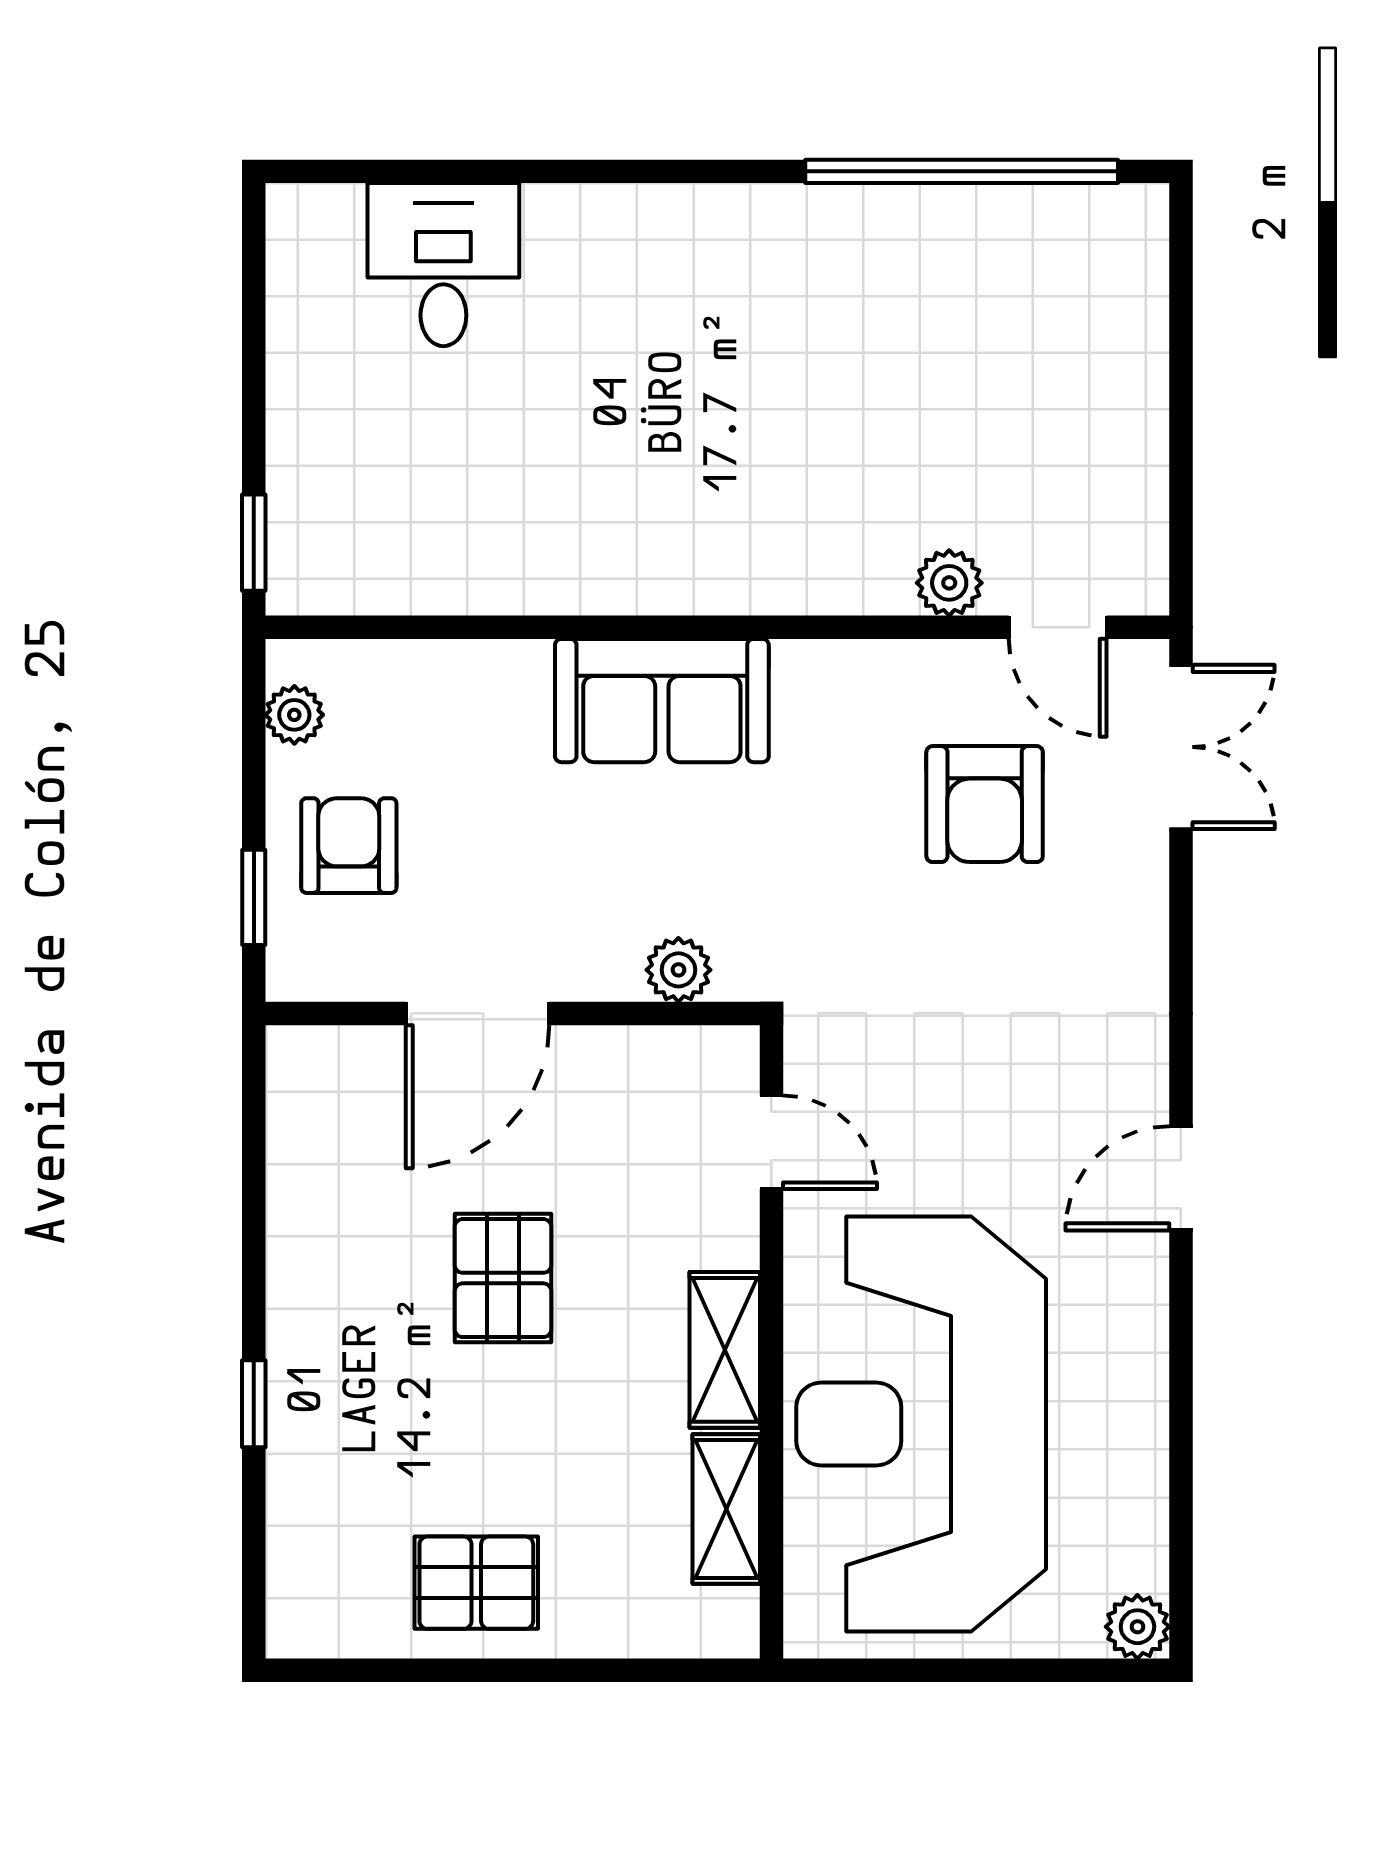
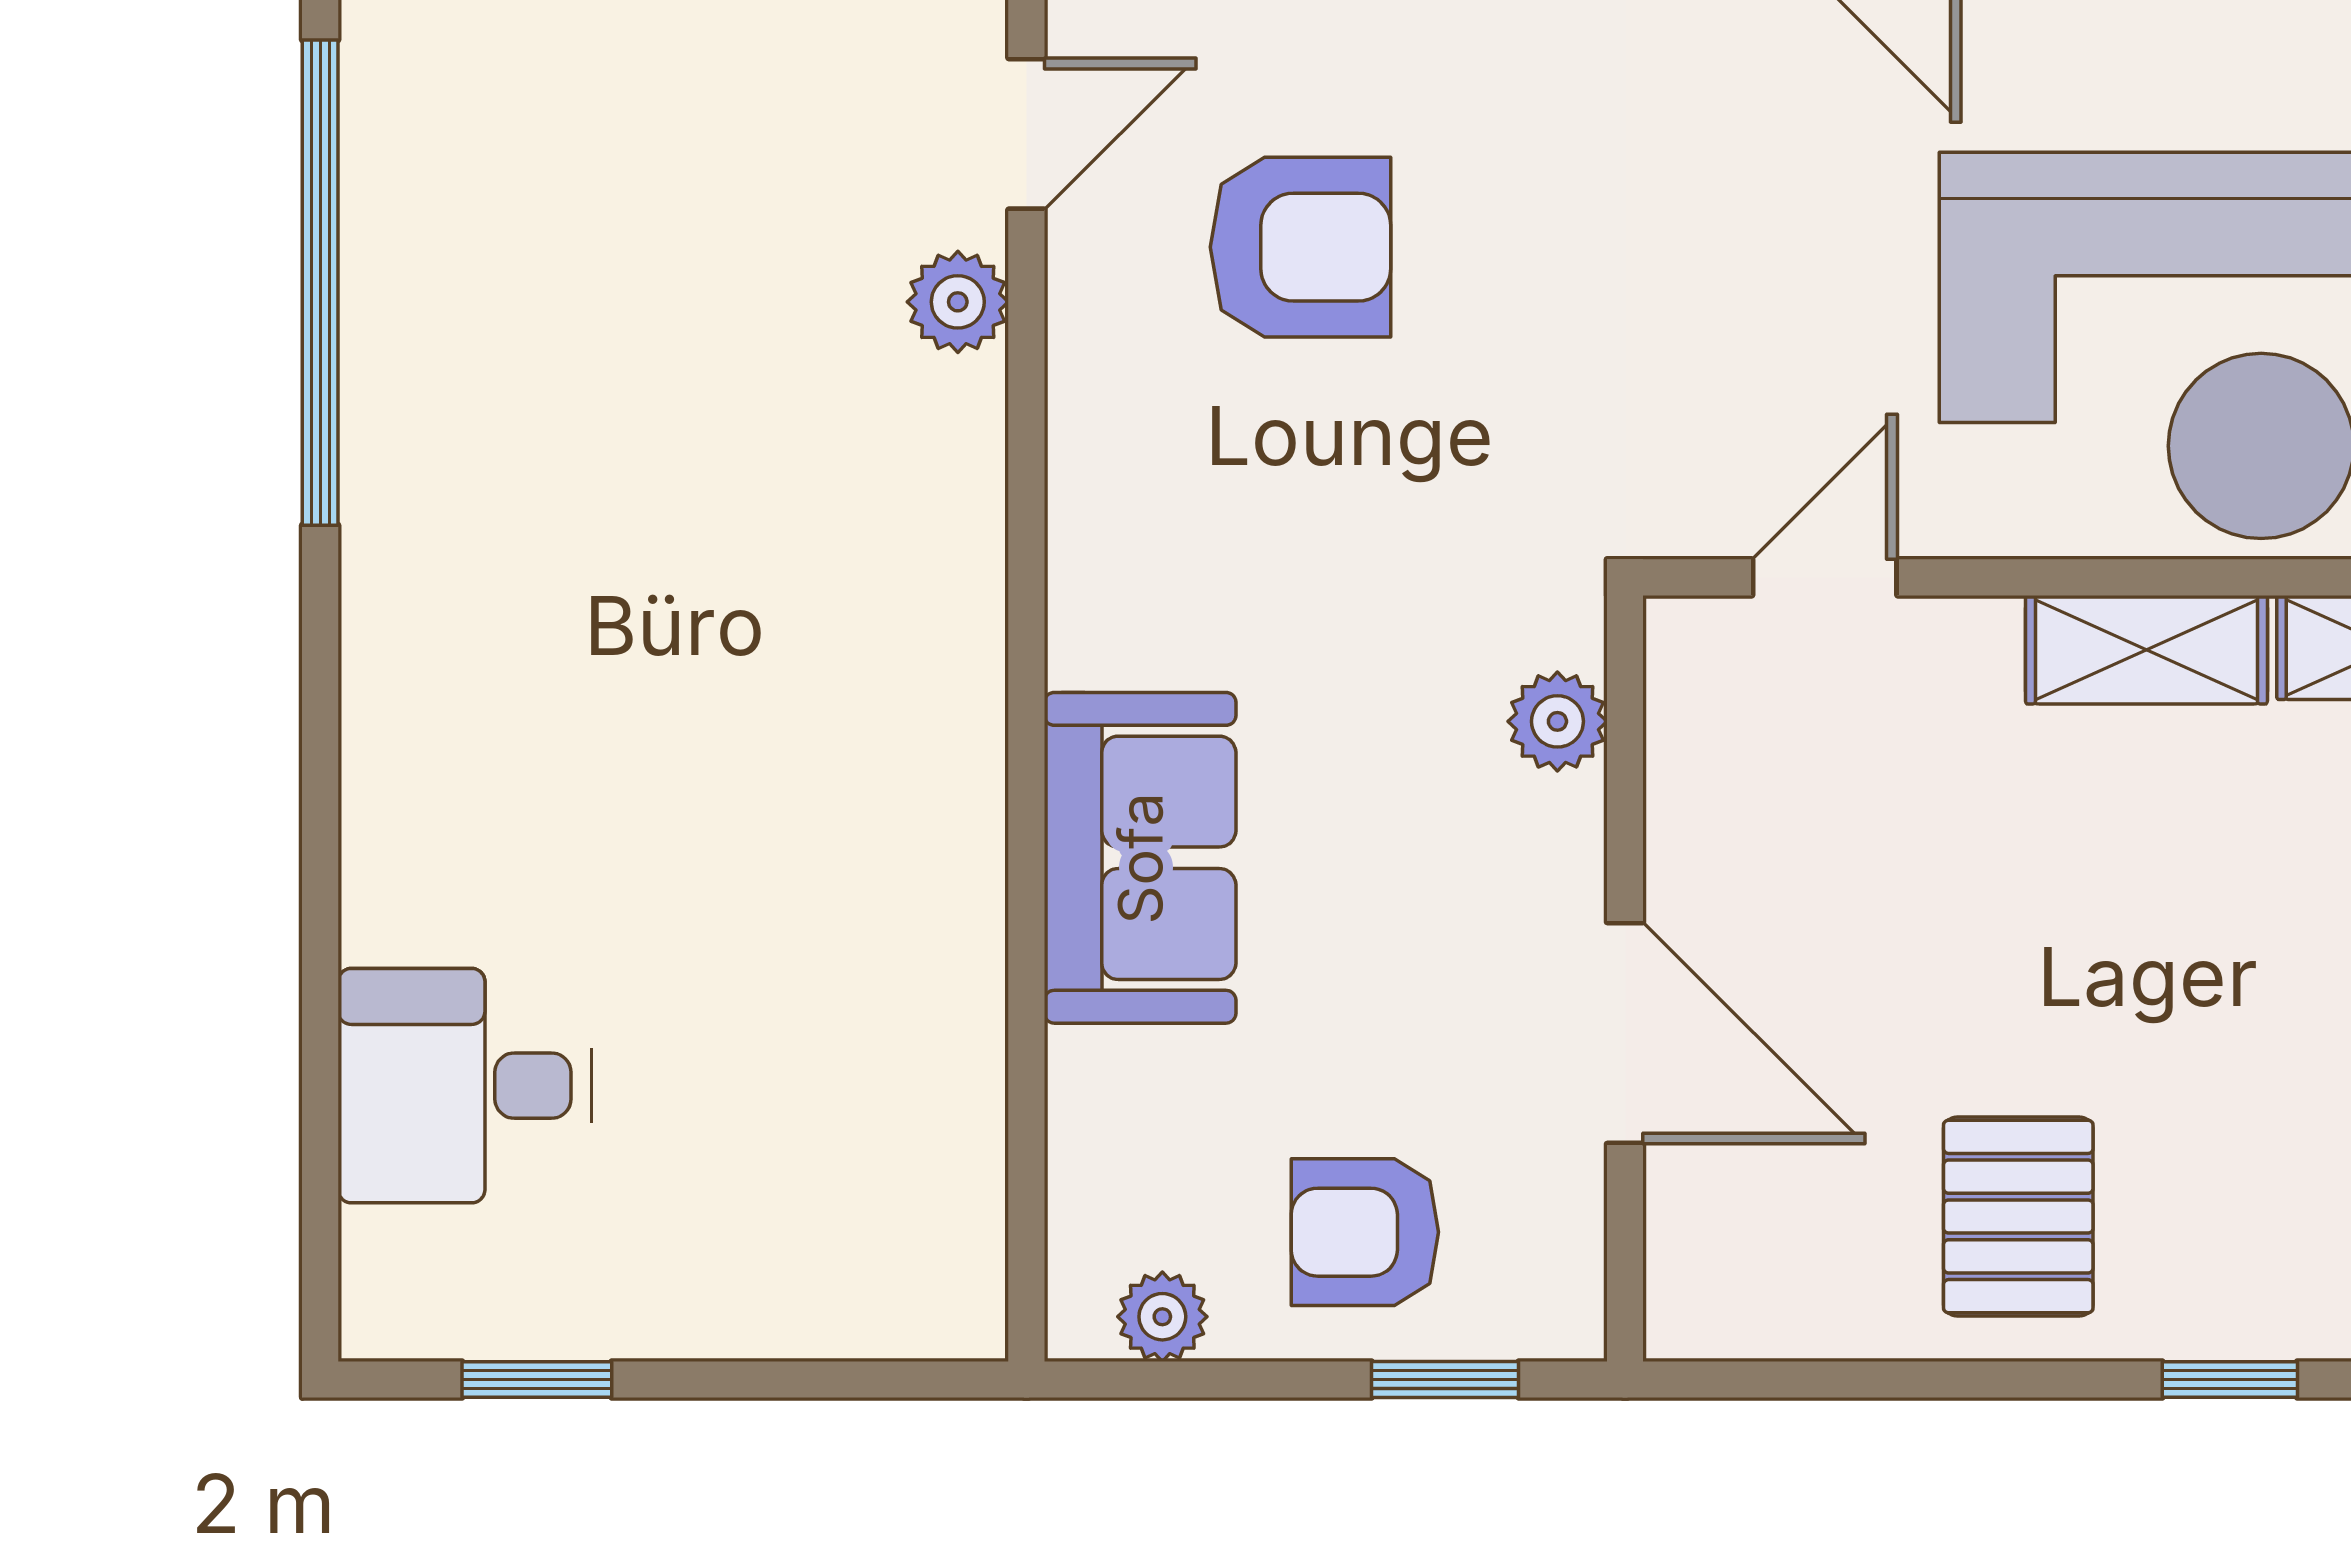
window: (254, 543) -> (537, 1379), moved
sofa: (662, 701) -> (1140, 858), moved
pallet: (503, 1278) -> (2018, 1217), moved, turned 90

